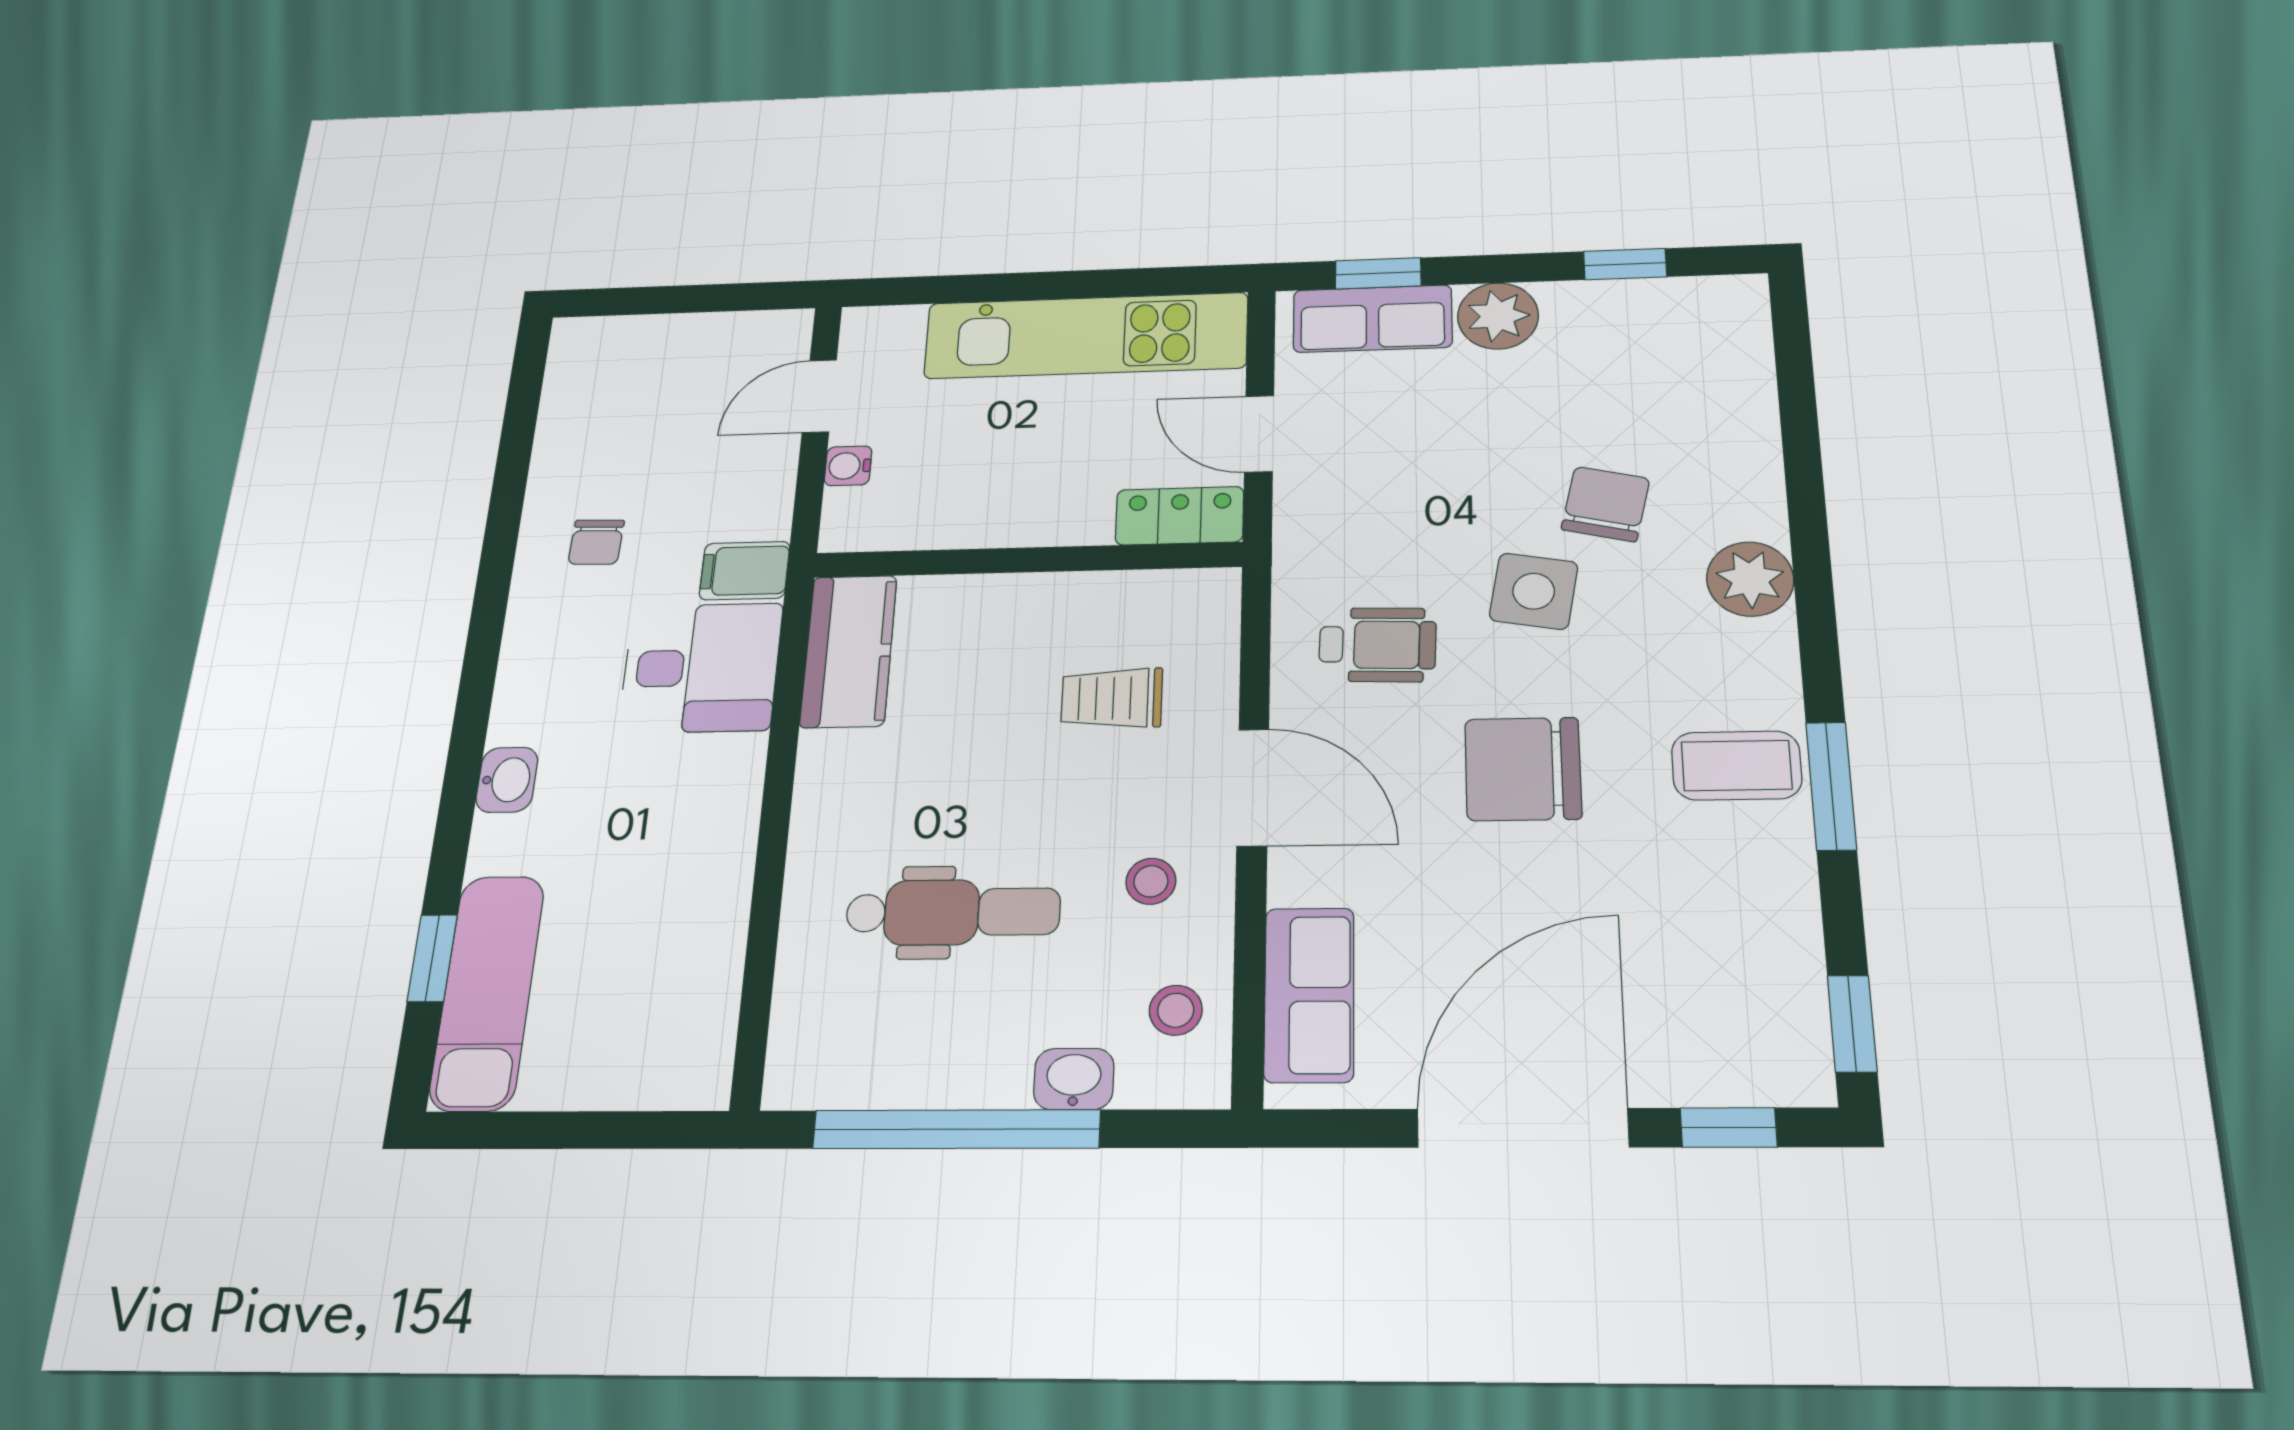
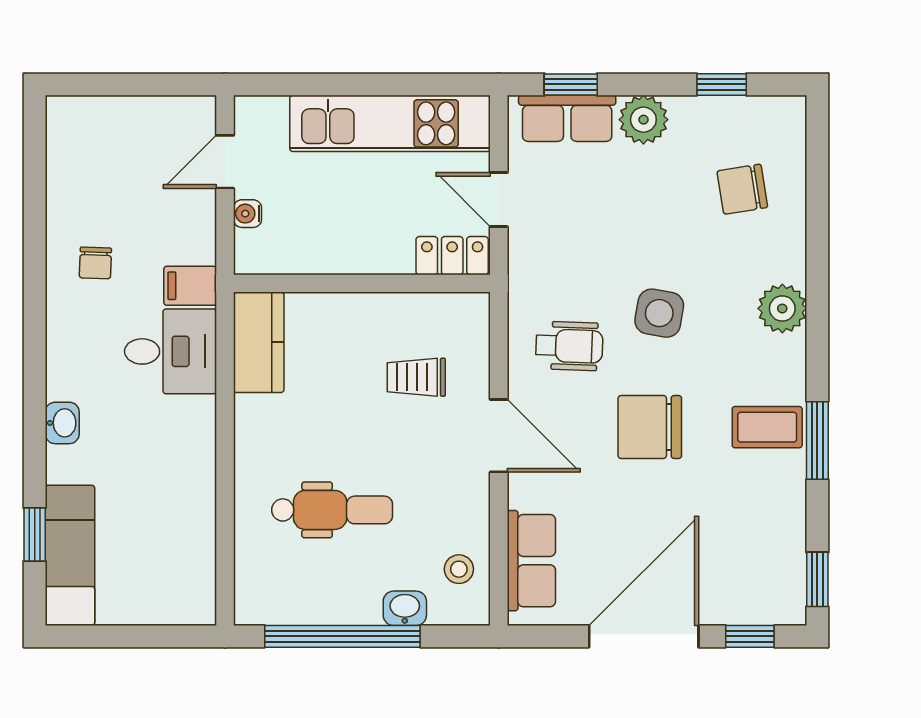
chair: (1606, 504) -> (742, 189), moved, turned -112
stool: (1151, 881) -> (443, 493), removed

